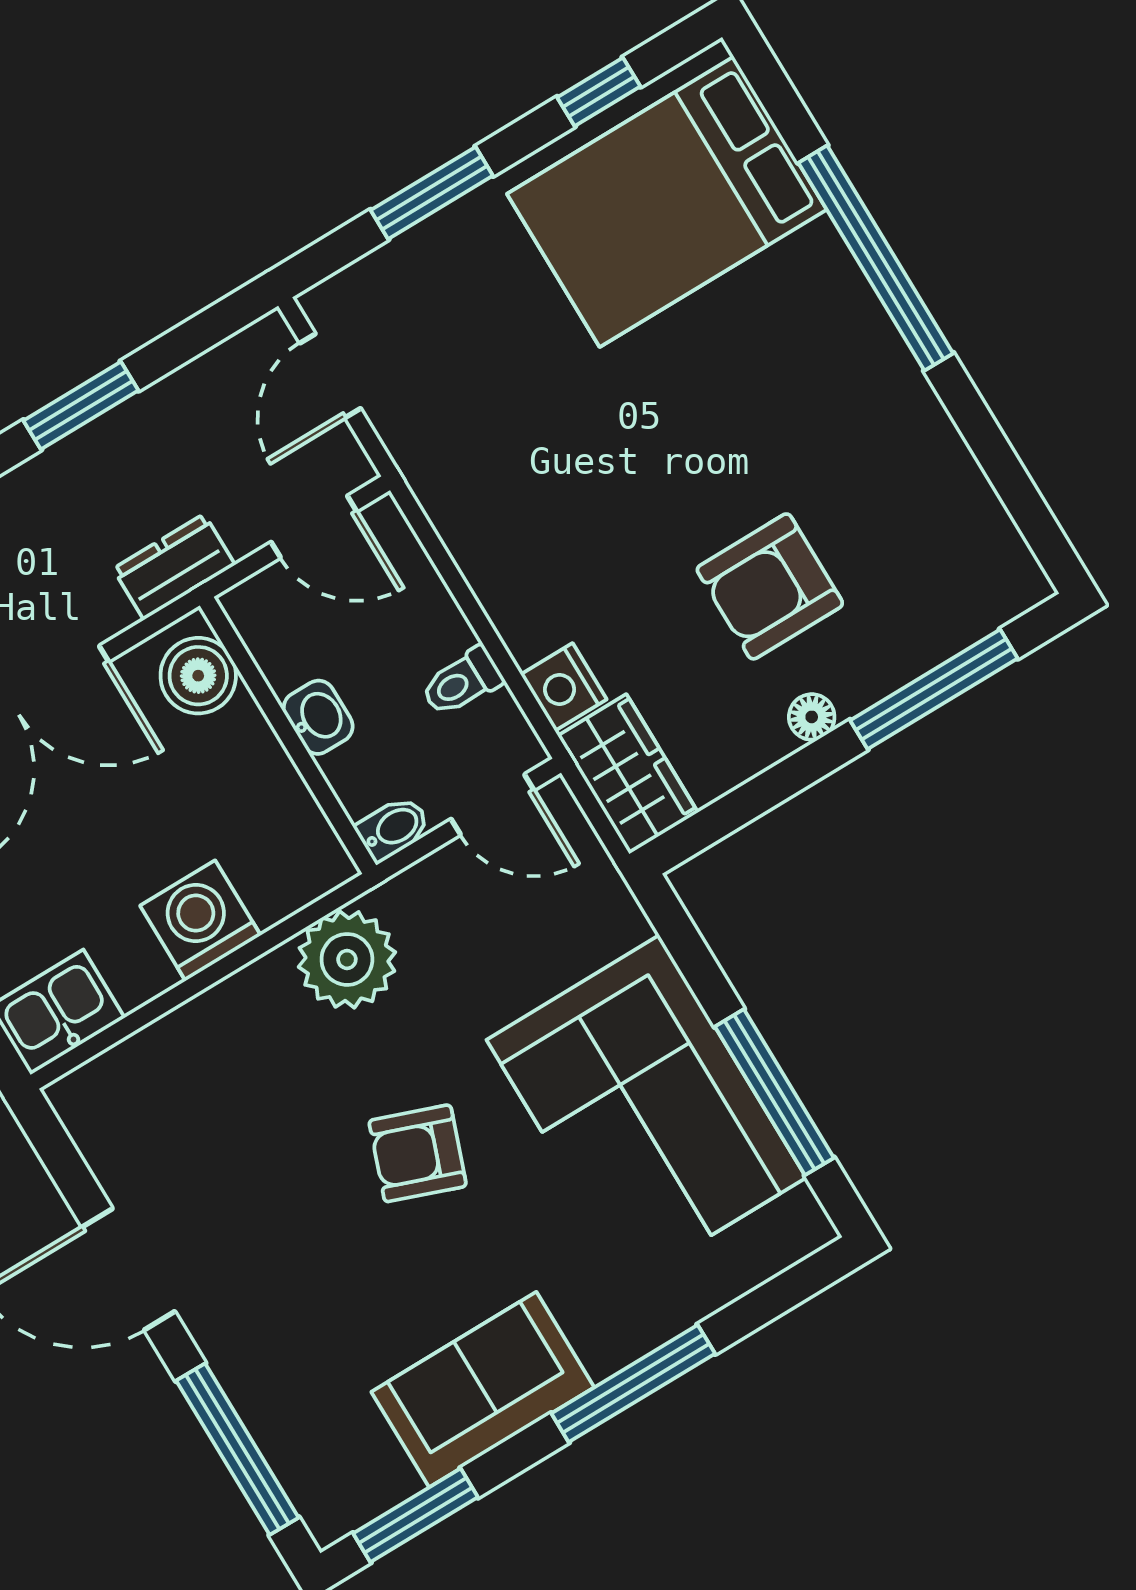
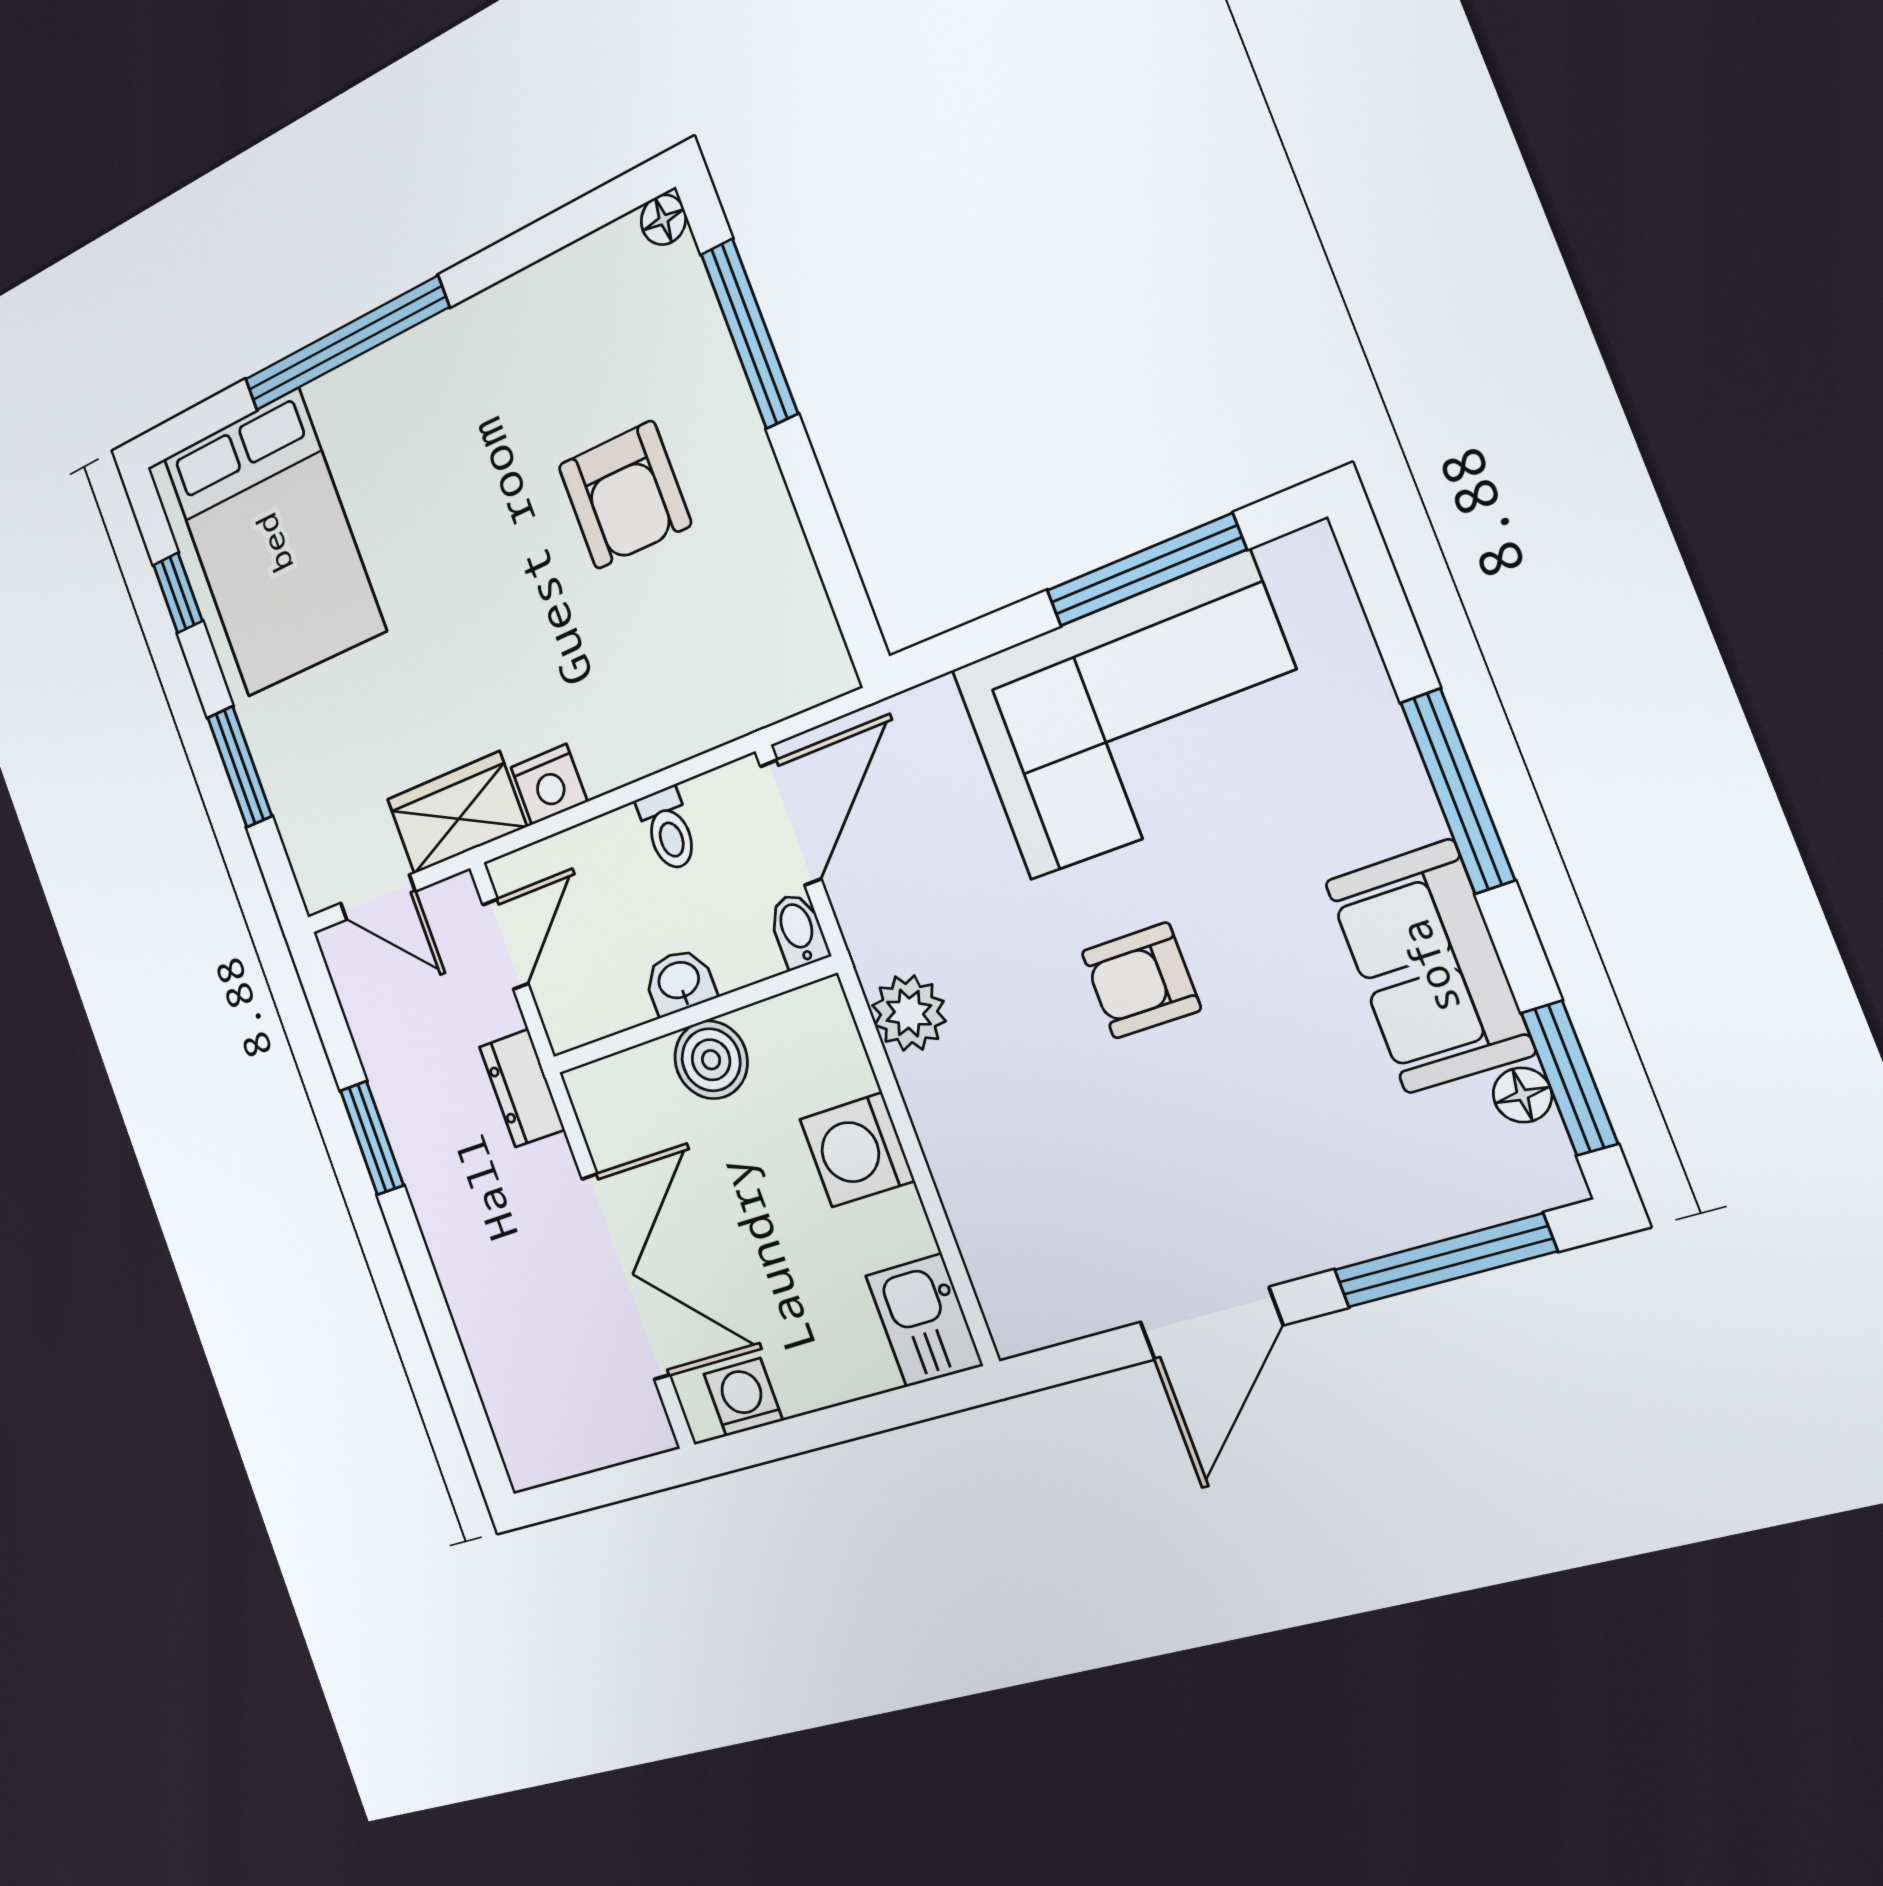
boiler: (198, 676) -> (711, 1060), moved
nightstand: (564, 687) -> (549, 784), moved
floor lamp: (812, 717) -> (663, 220), moved
wardrobe: (628, 774) -> (457, 813), moved
door: (492, 805) -> (791, 823), width x1.38
plant: (347, 959) -> (909, 1013), width x0.73, depth x0.73
armchair: (418, 1153) -> (1141, 981), turned 70
floor lamp: (393, 1482) -> (1522, 1095), added

